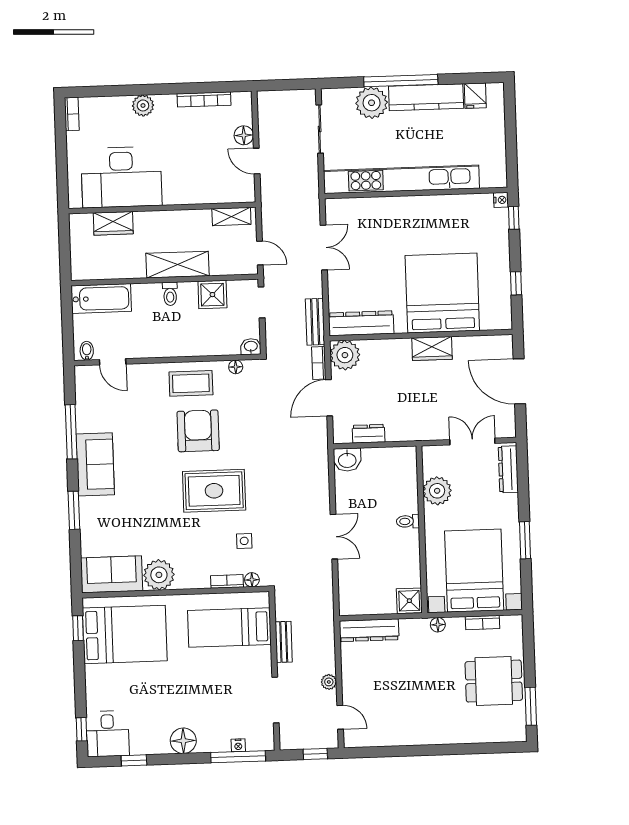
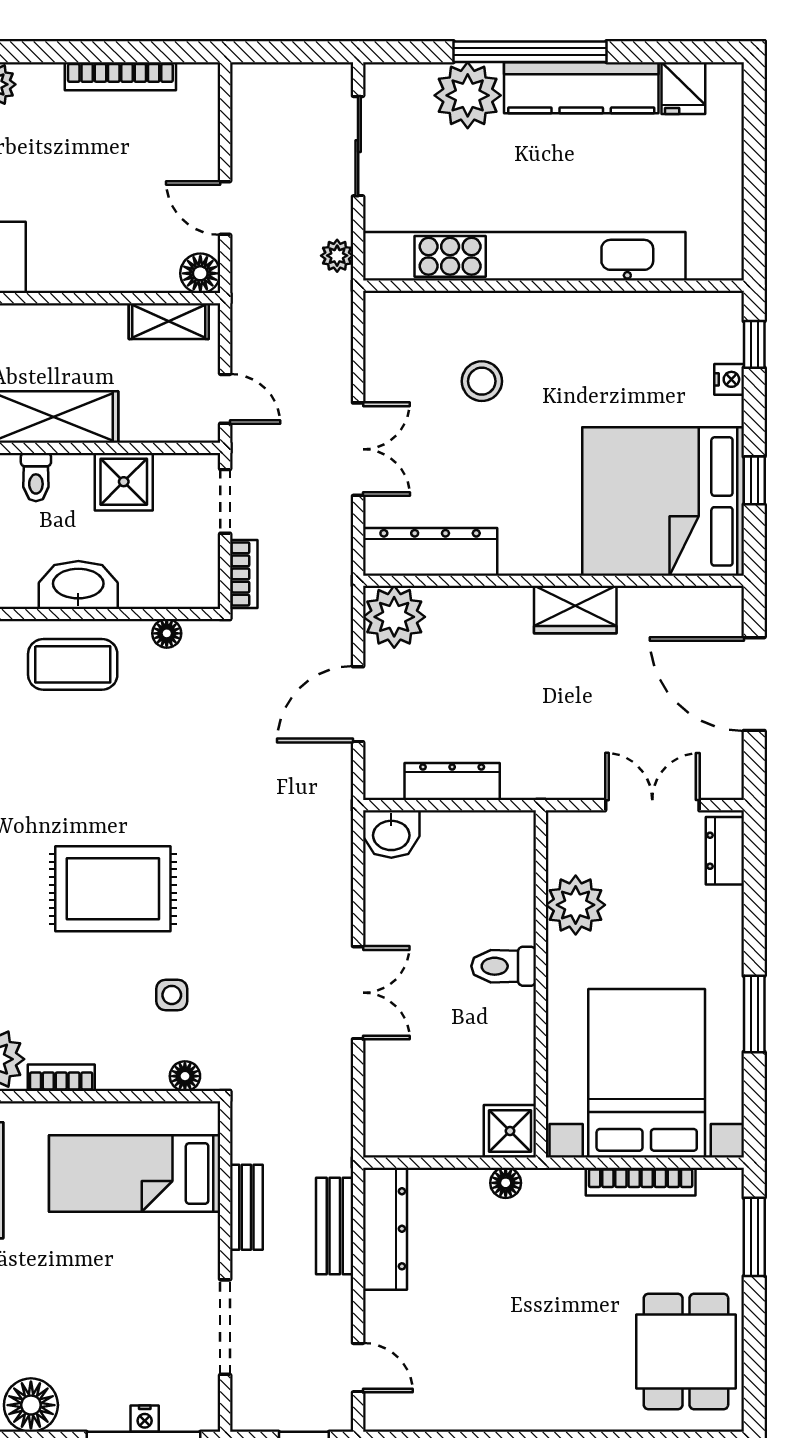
floor lamp: (244, 135) -> (200, 273), moved
nightstand: (501, 200) -> (729, 379), moved
stool: (383, 240) -> (482, 381), added
double door: (324, 247) -> (358, 449), moved
bed: (442, 293) -> (663, 501), moved, turned -90
bench: (315, 322) -> (335, 1226), moved
washbasin: (251, 347) -> (78, 585), moved, width x1.91, depth x1.45
bookcase: (319, 363) -> (244, 574), moved, turned 180
armchair: (198, 431) -> (84, 763), removed
dresser: (369, 434) -> (452, 782), width x1.44
dresser: (508, 469) -> (725, 851), width x0.70
toilet: (408, 521) -> (504, 966), width x1.37, depth x1.39
bookcase: (227, 581) -> (61, 1078), moved
bookcase: (483, 623) -> (641, 1182), width x1.56
floor lamp: (438, 625) -> (506, 1183), moved
dresser: (369, 630) -> (385, 1229), moved, turned -90
dining table: (494, 681) -> (686, 1351), moved, turned 90
plant: (329, 682) -> (337, 256), moved
window: (531, 706) -> (754, 1237), moved

